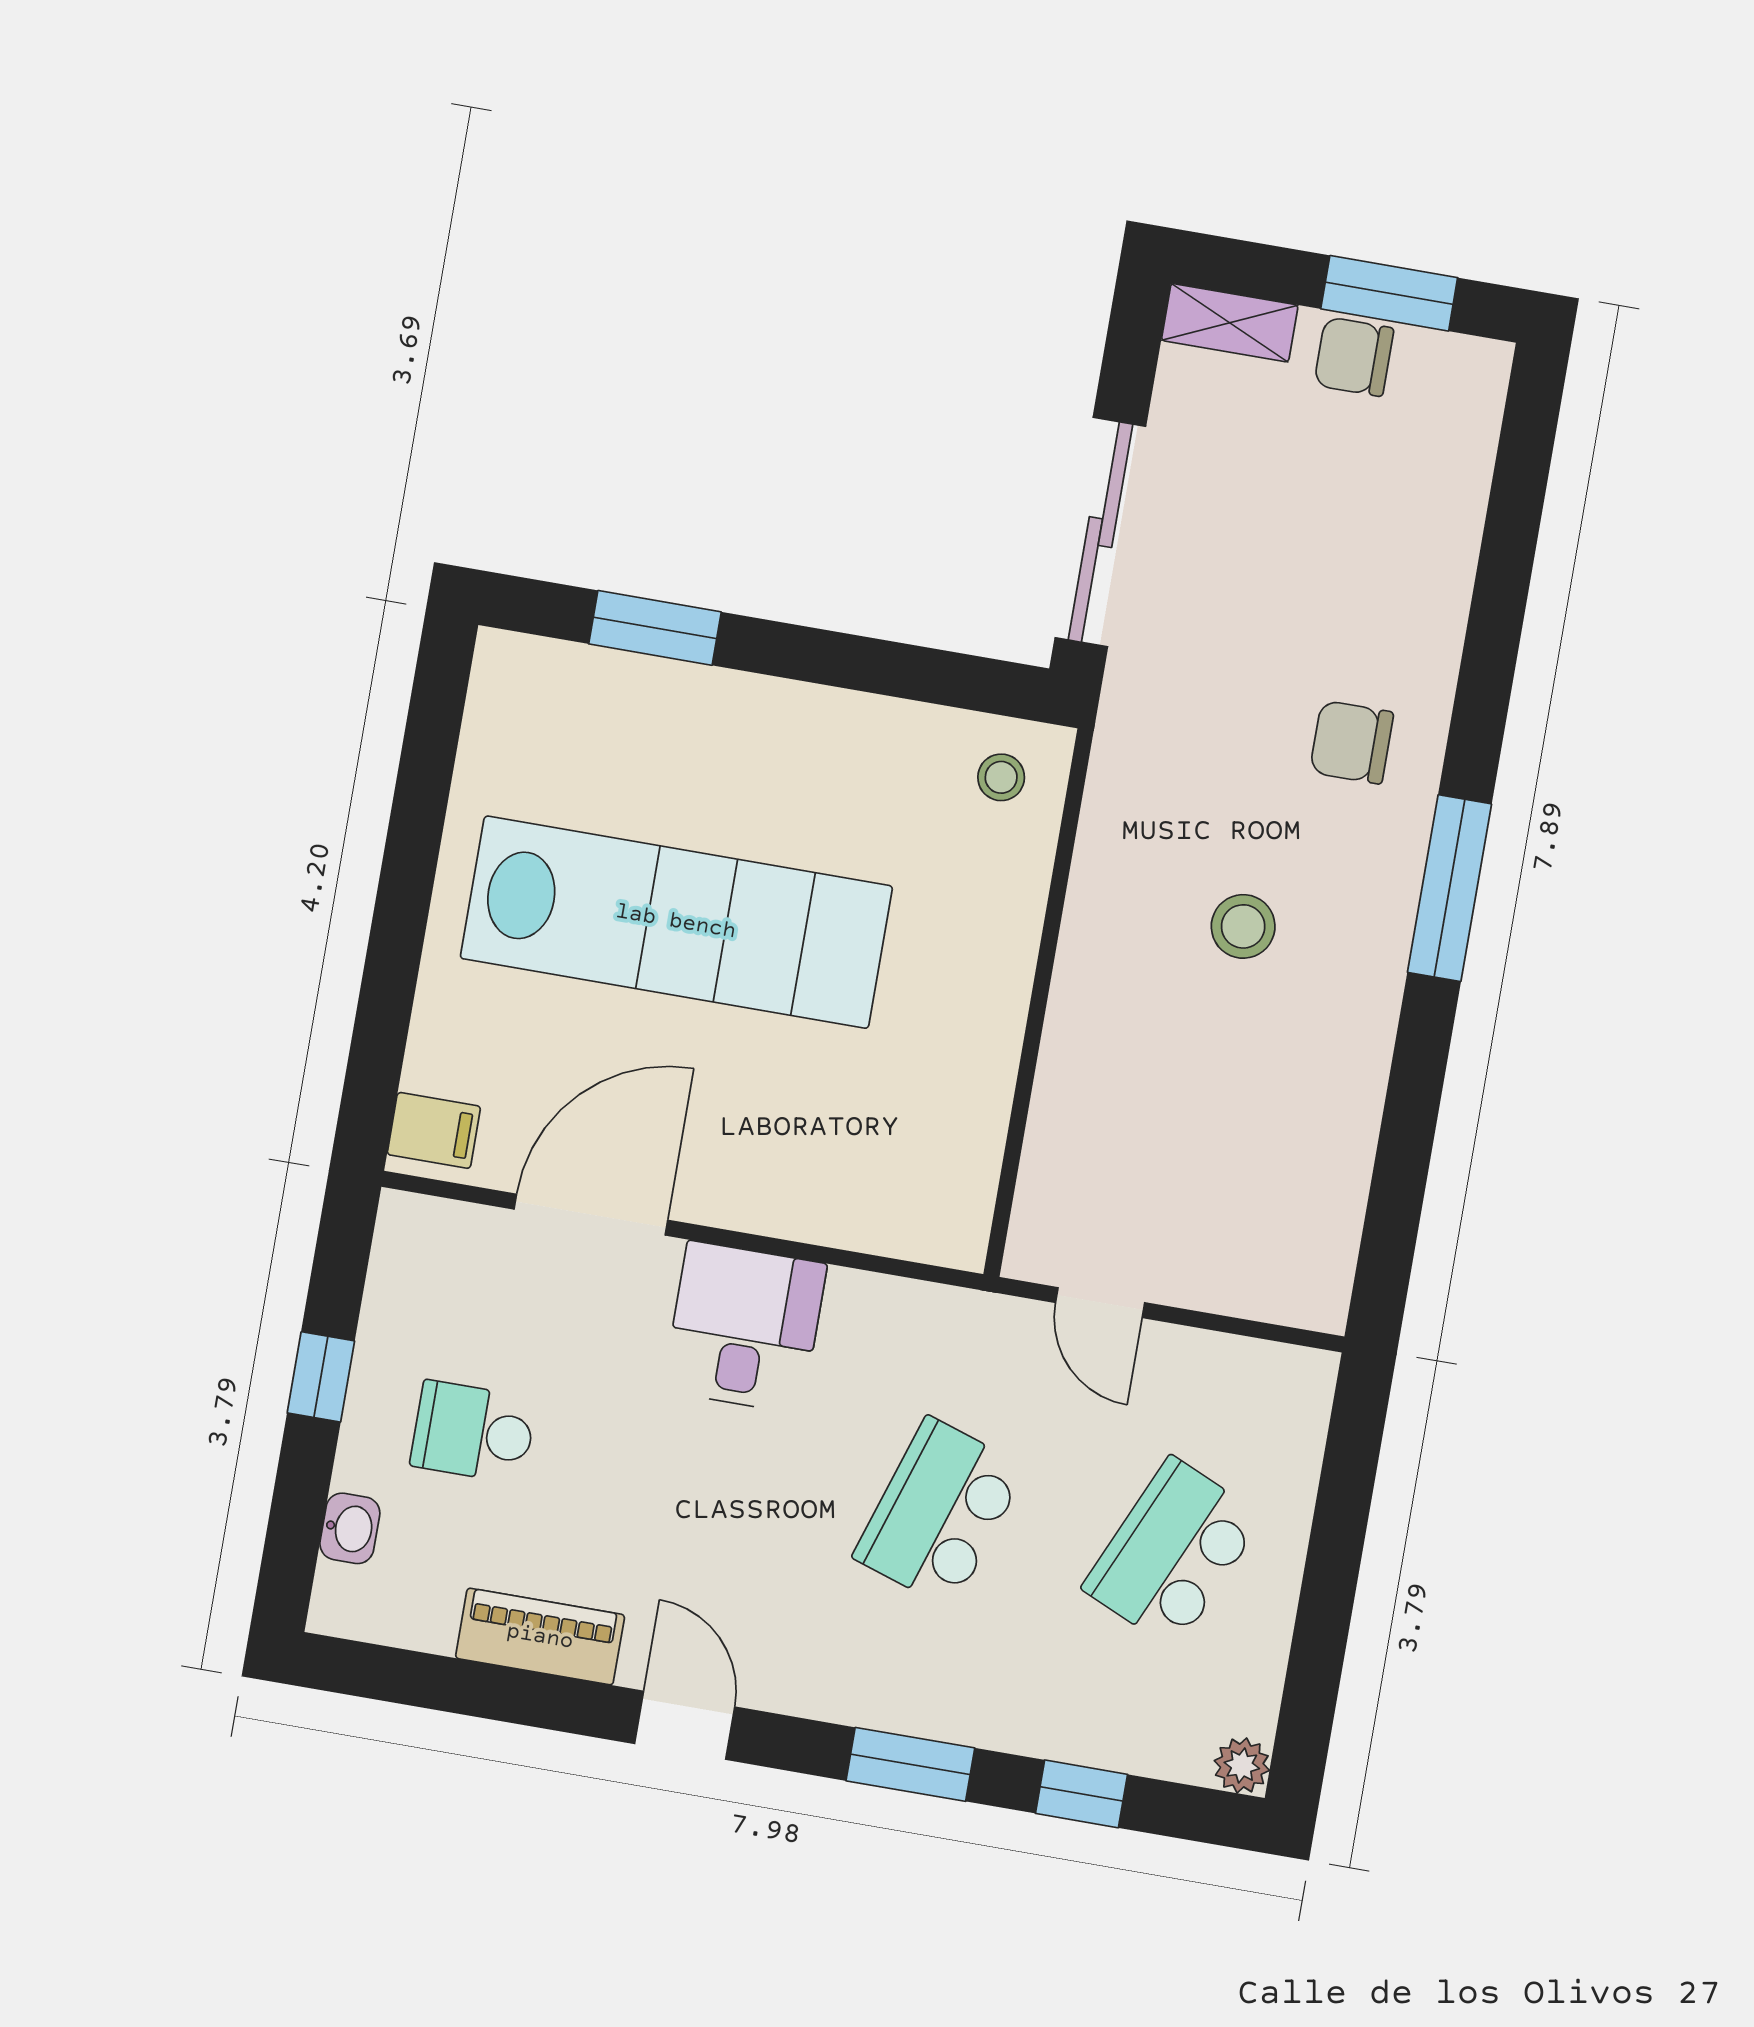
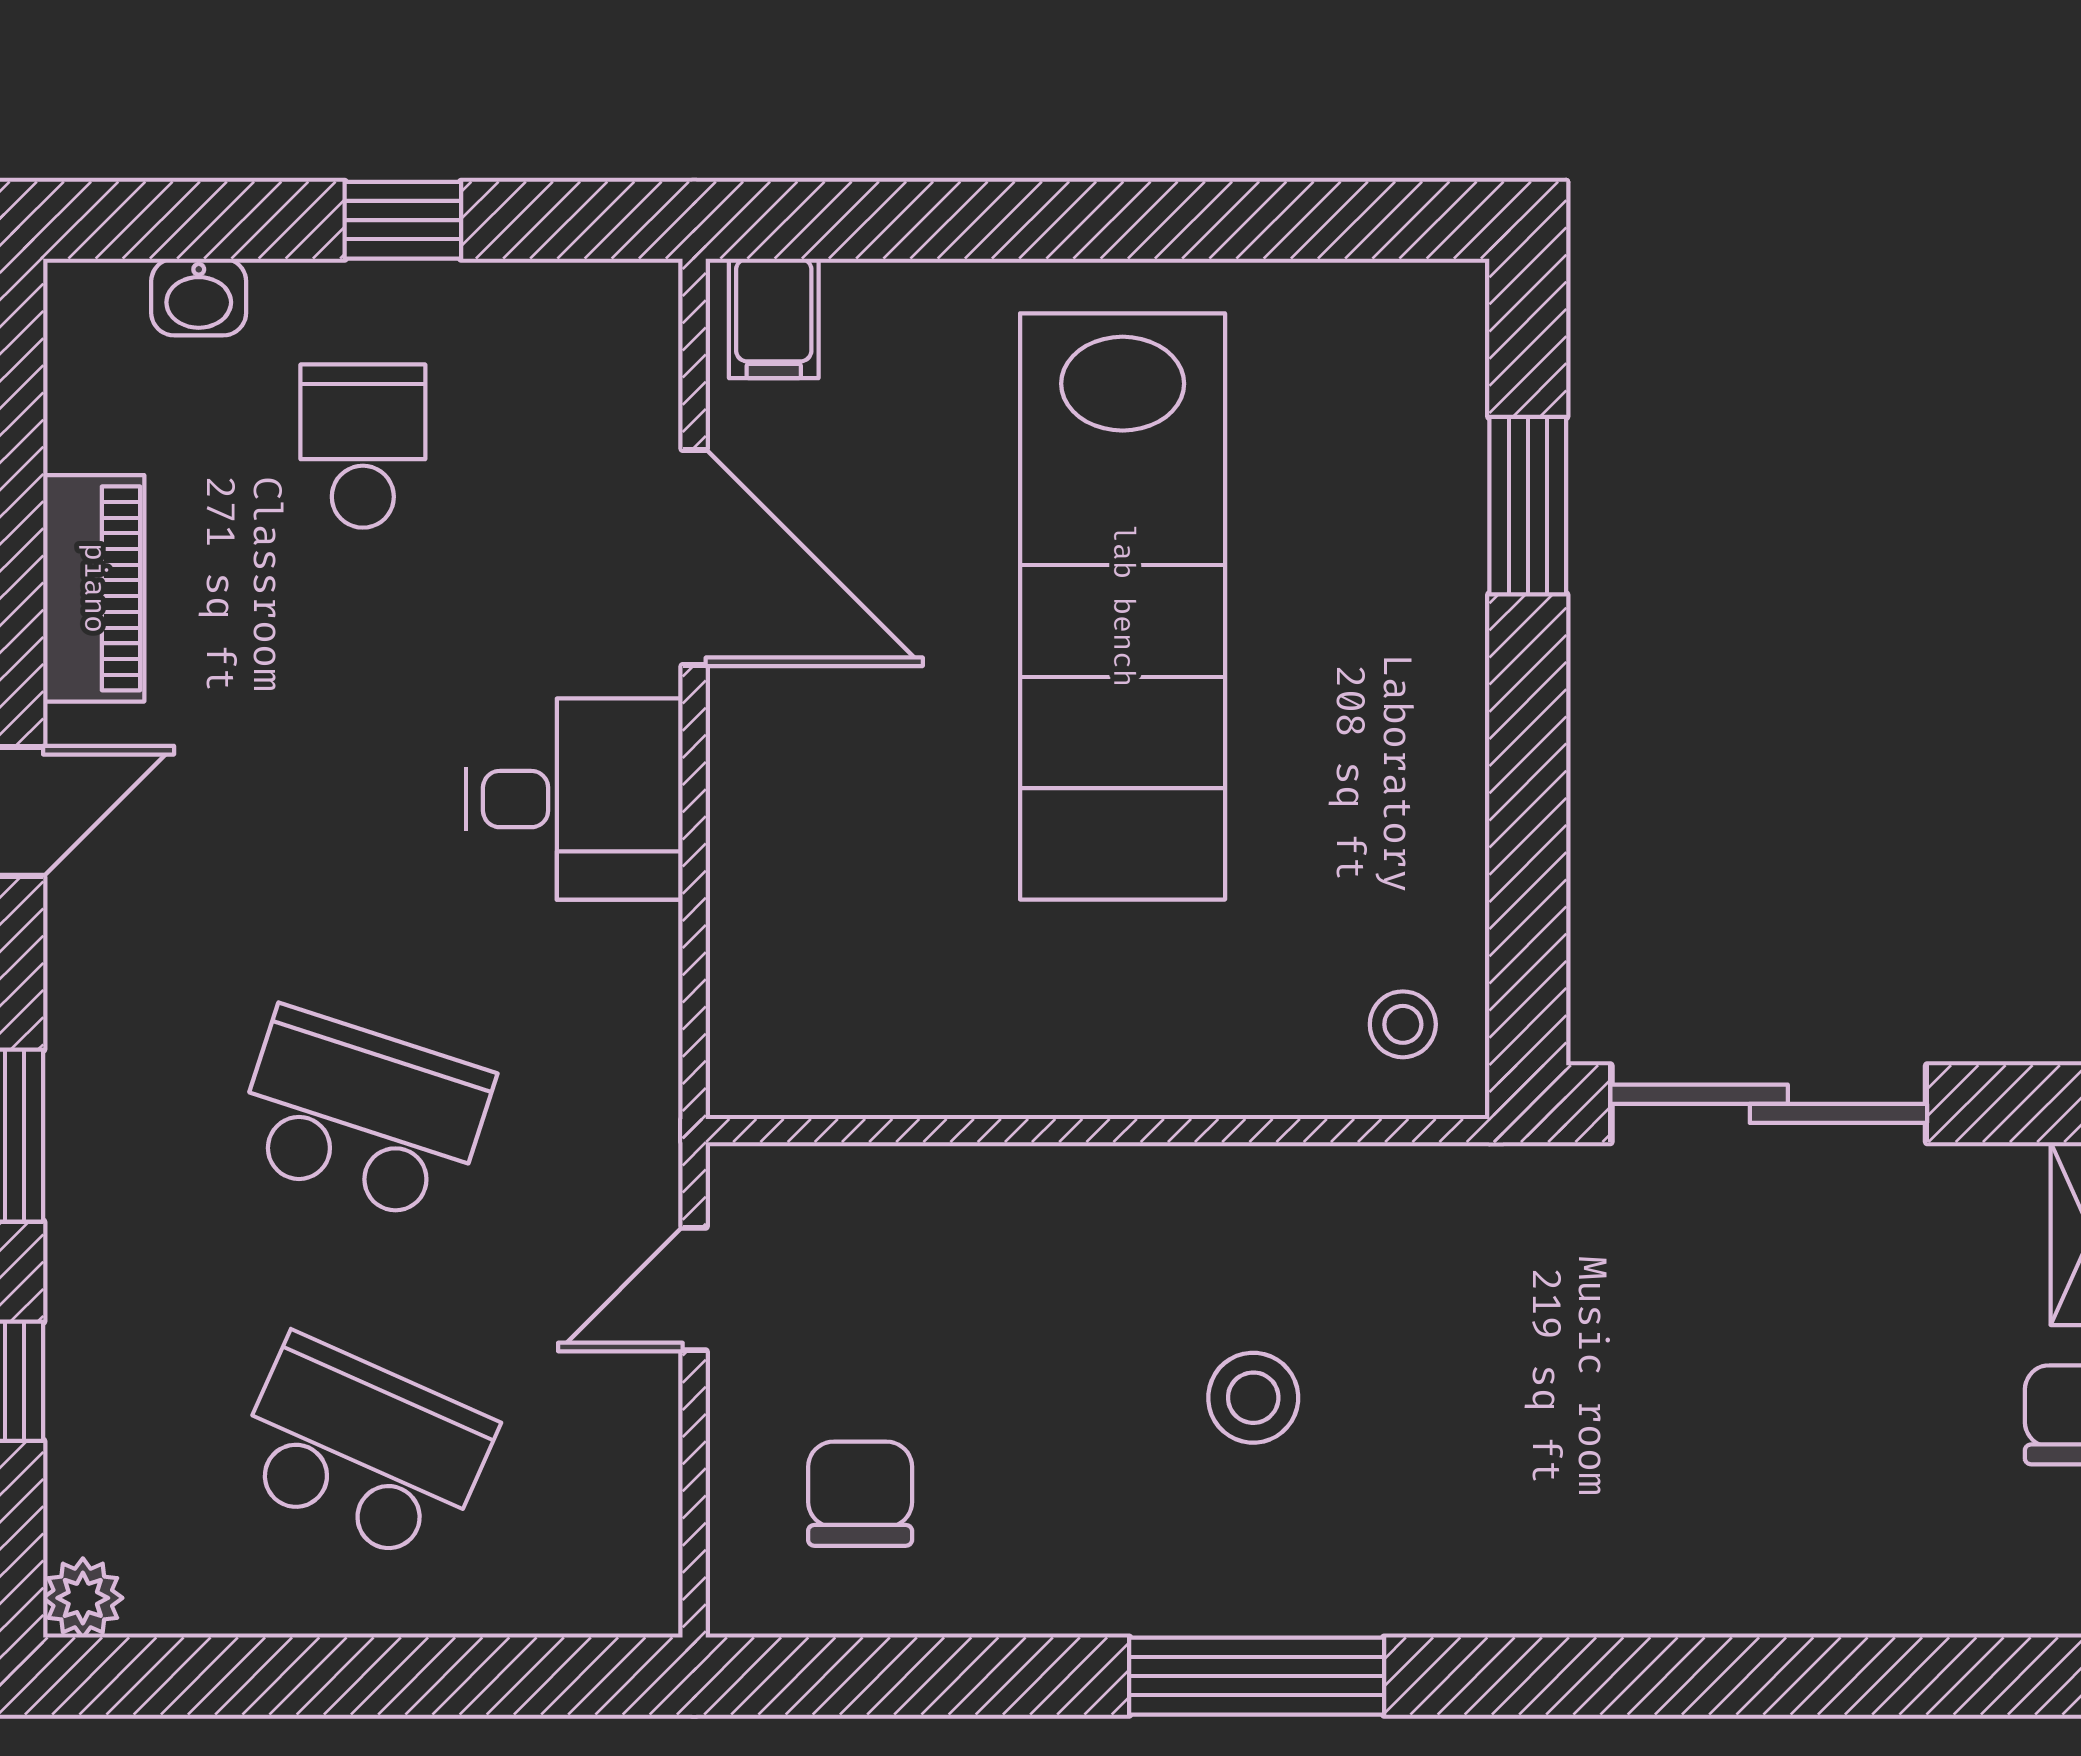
chair: (1352, 742) -> (860, 1494), moved
window: (1449, 888) -> (1257, 1676), moved

